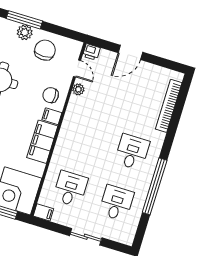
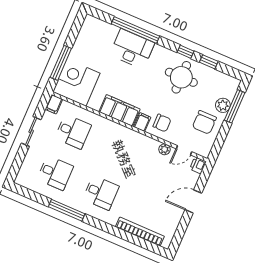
chair: (45, 50) -> (204, 122), turned 90
door: (130, 52) -> (193, 201), hinge flipped
chair: (51, 95) -> (162, 123), turned 90
window: (155, 186) -> (67, 210), width x0.68
sliding door: (86, 237) -> (31, 131), moved

